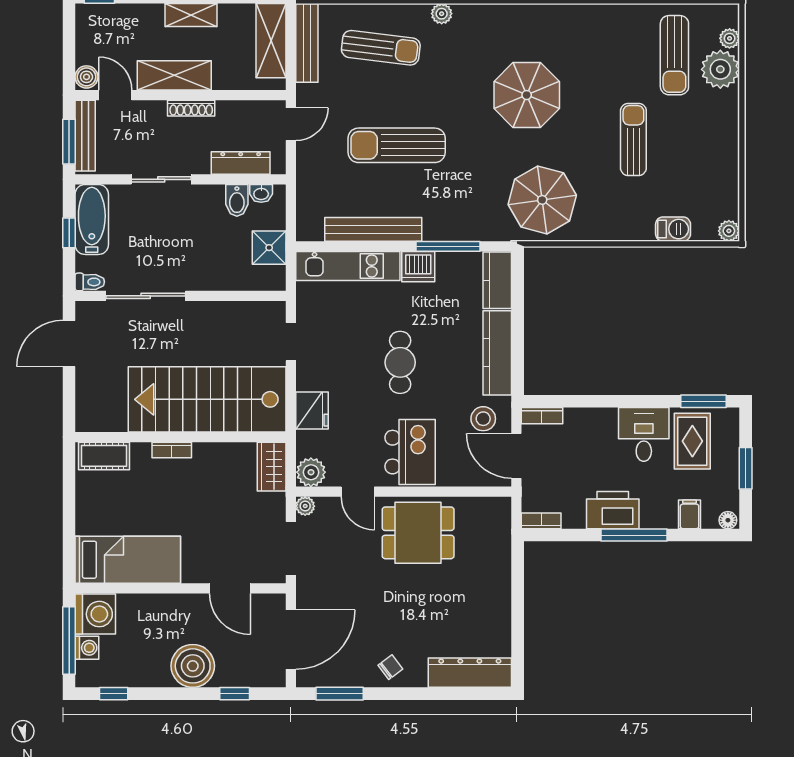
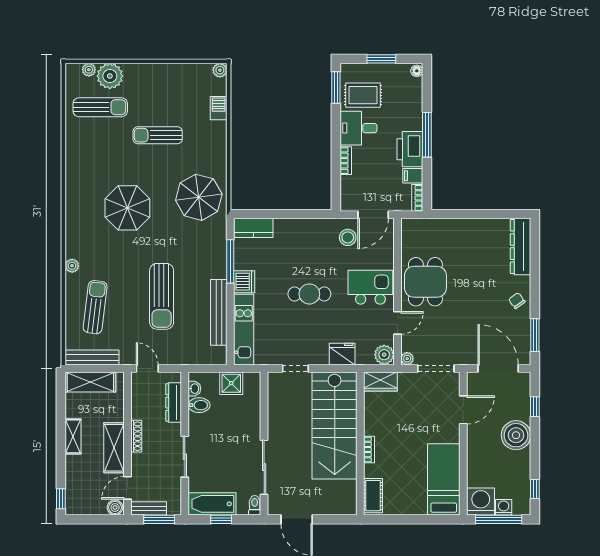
bench: (85, 136) -> (149, 508), width x0.73
kitchen counter: (497, 353) -> (303, 228), removed
bookcase: (542, 416) -> (346, 161), moved
filing cabinet: (690, 514) -> (413, 176), moved

